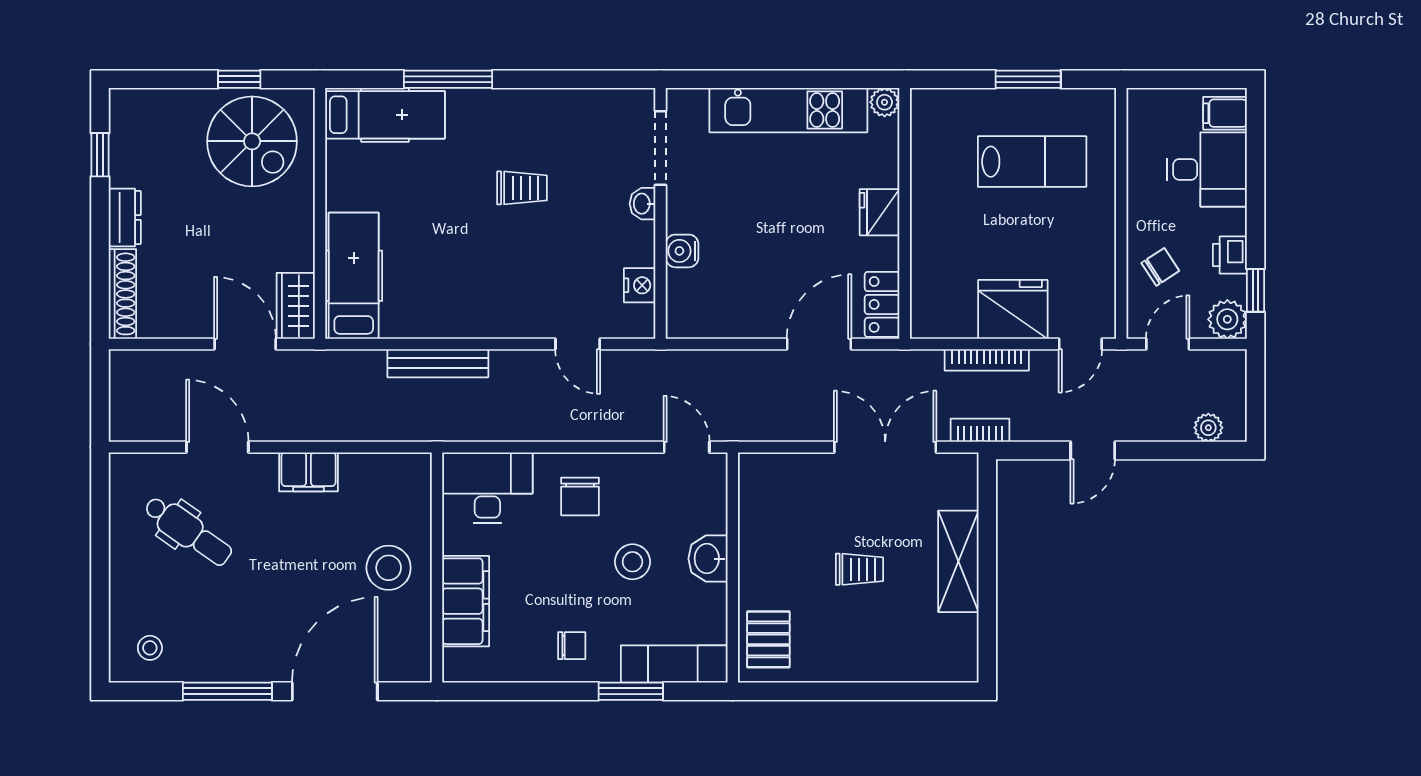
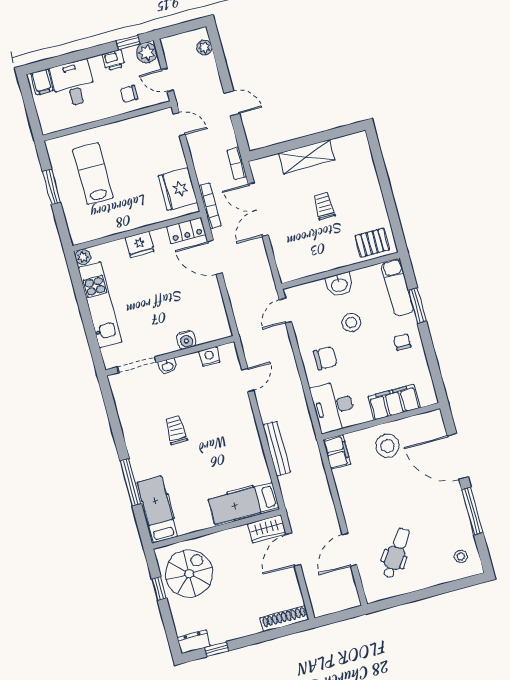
dresser: (125, 218) -> (194, 642), moved
chair: (1160, 267) -> (129, 94), turned -57
fridge: (1013, 309) -> (178, 189), moved
bookcase: (987, 360) -> (210, 206), moved
filing cabinet: (309, 472) -> (337, 452), moved

